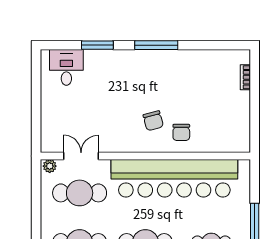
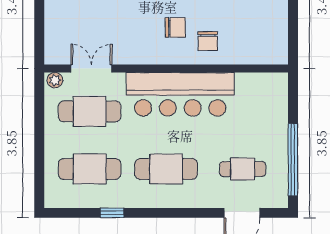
chair: (153, 121) -> (175, 27), turned -75
bar counter: (174, 178) -> (180, 94), width x0.73

